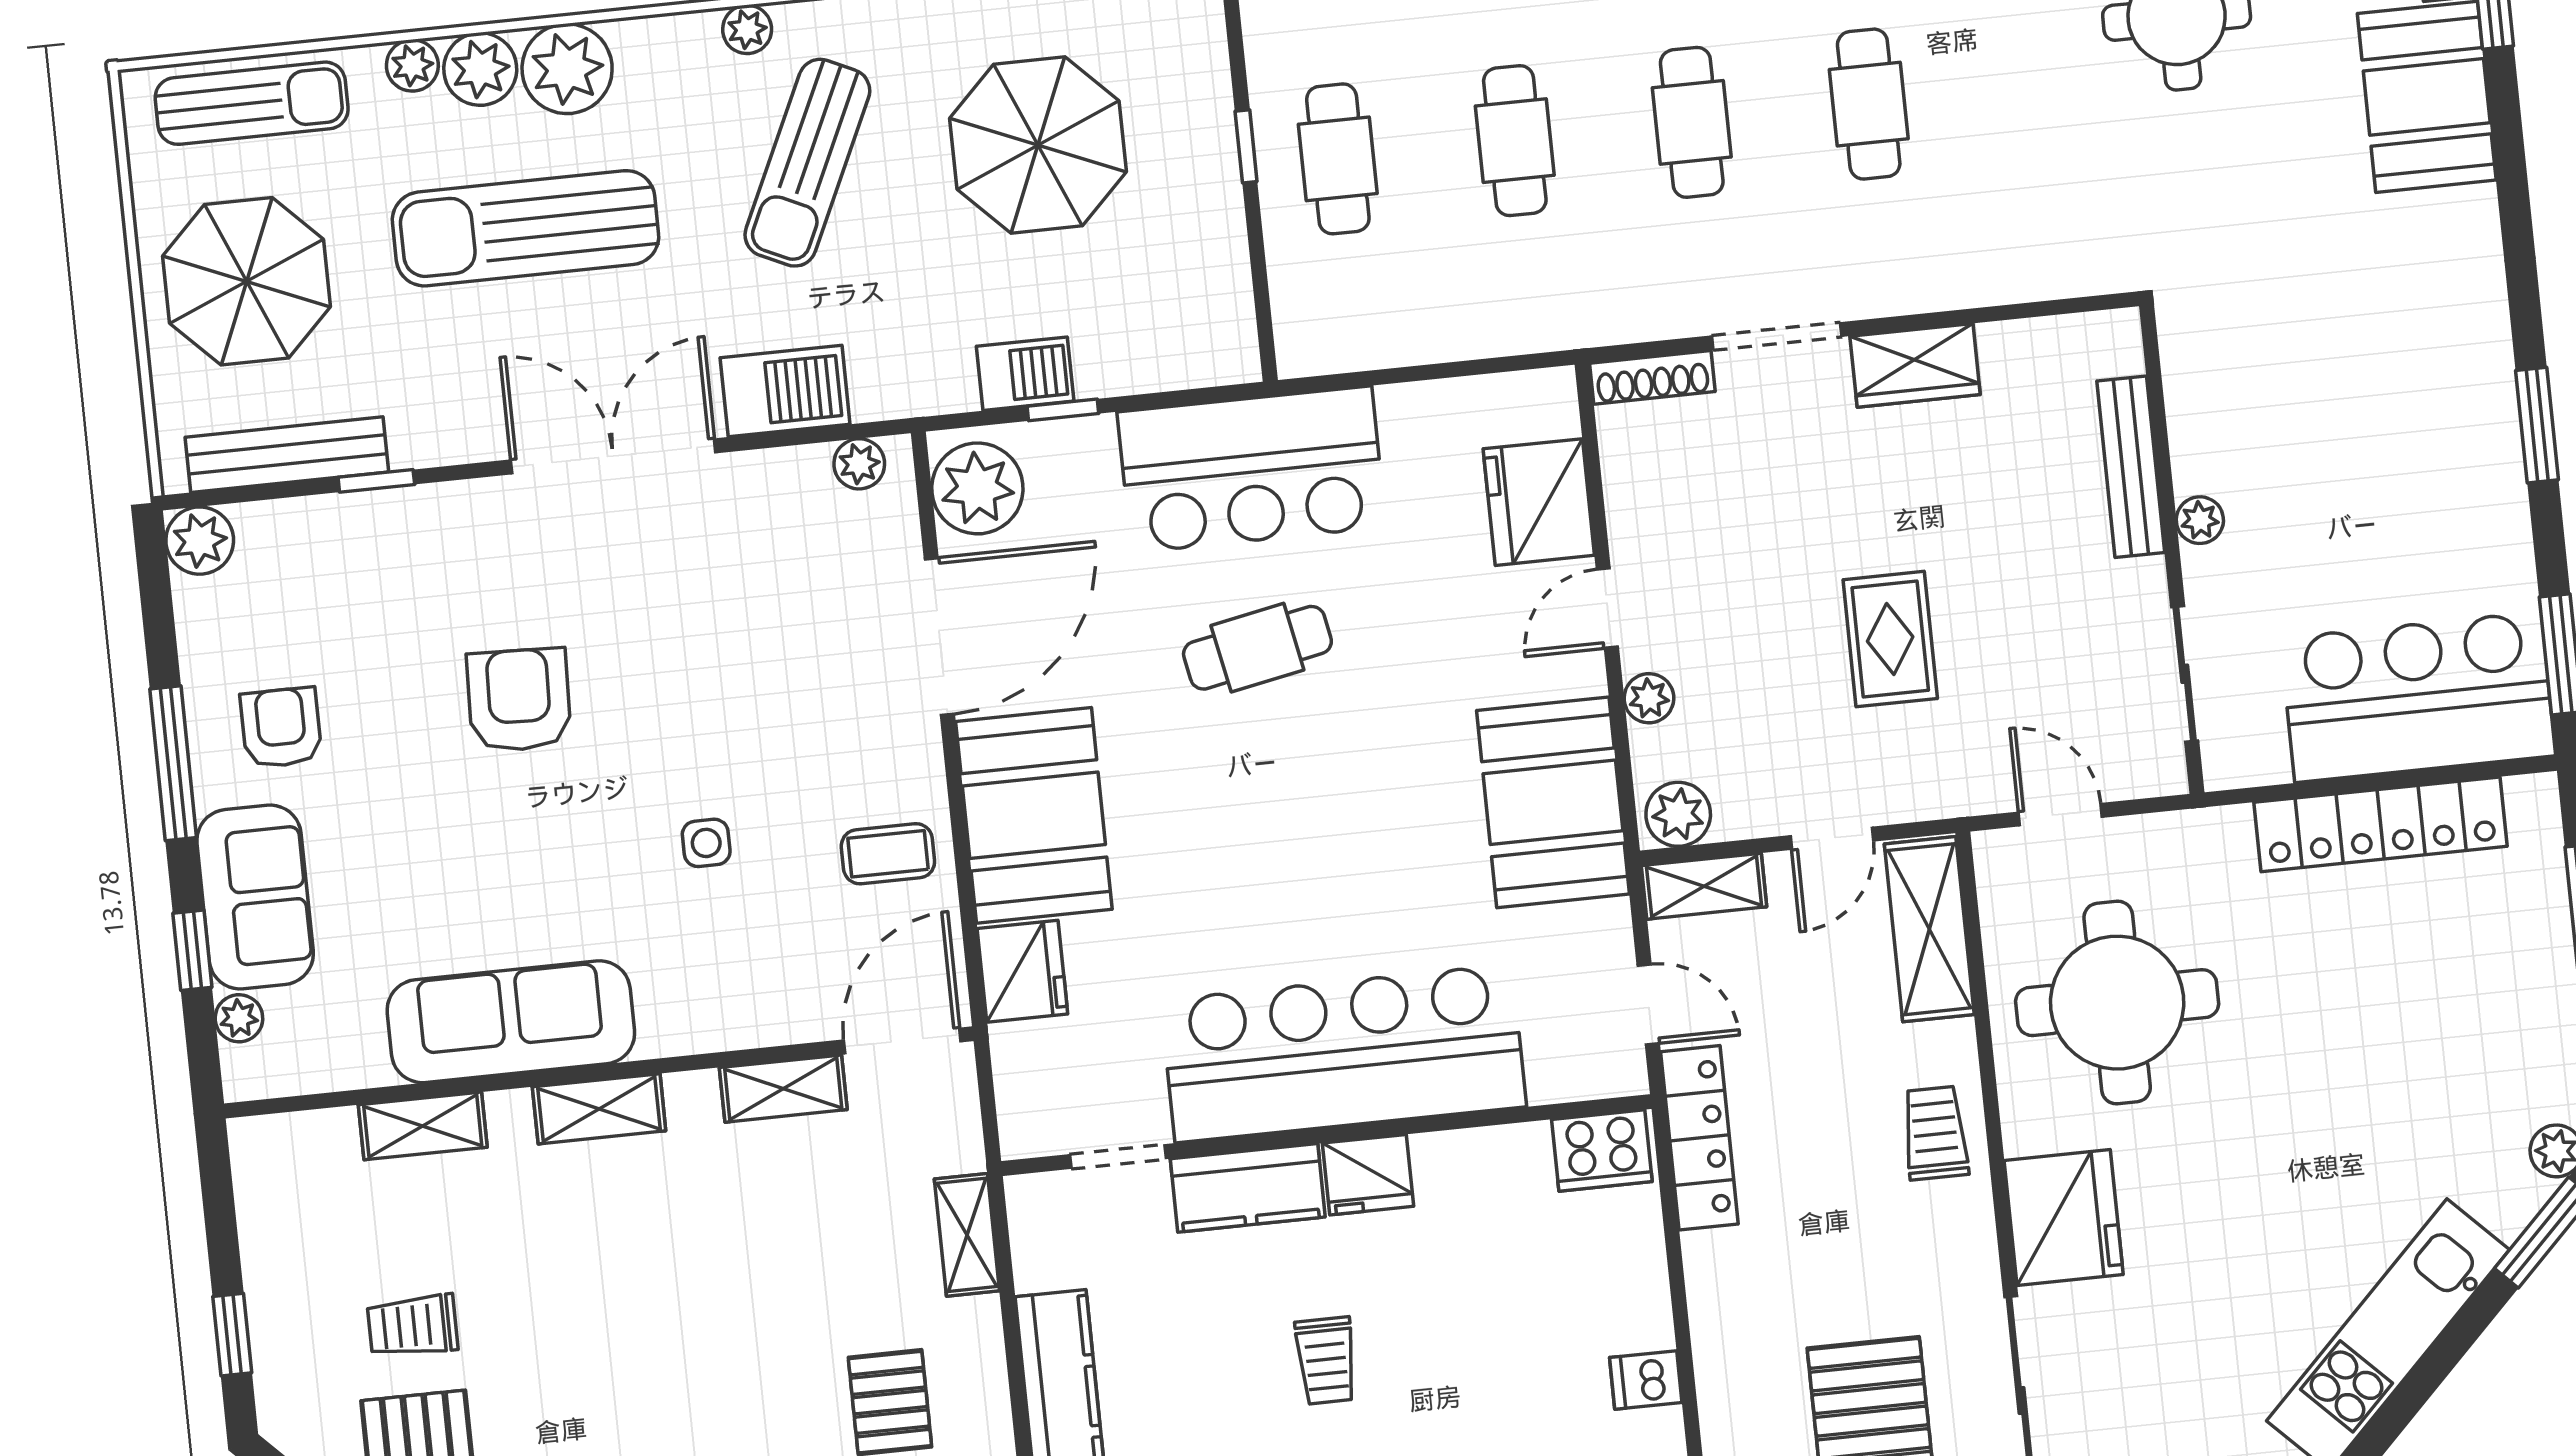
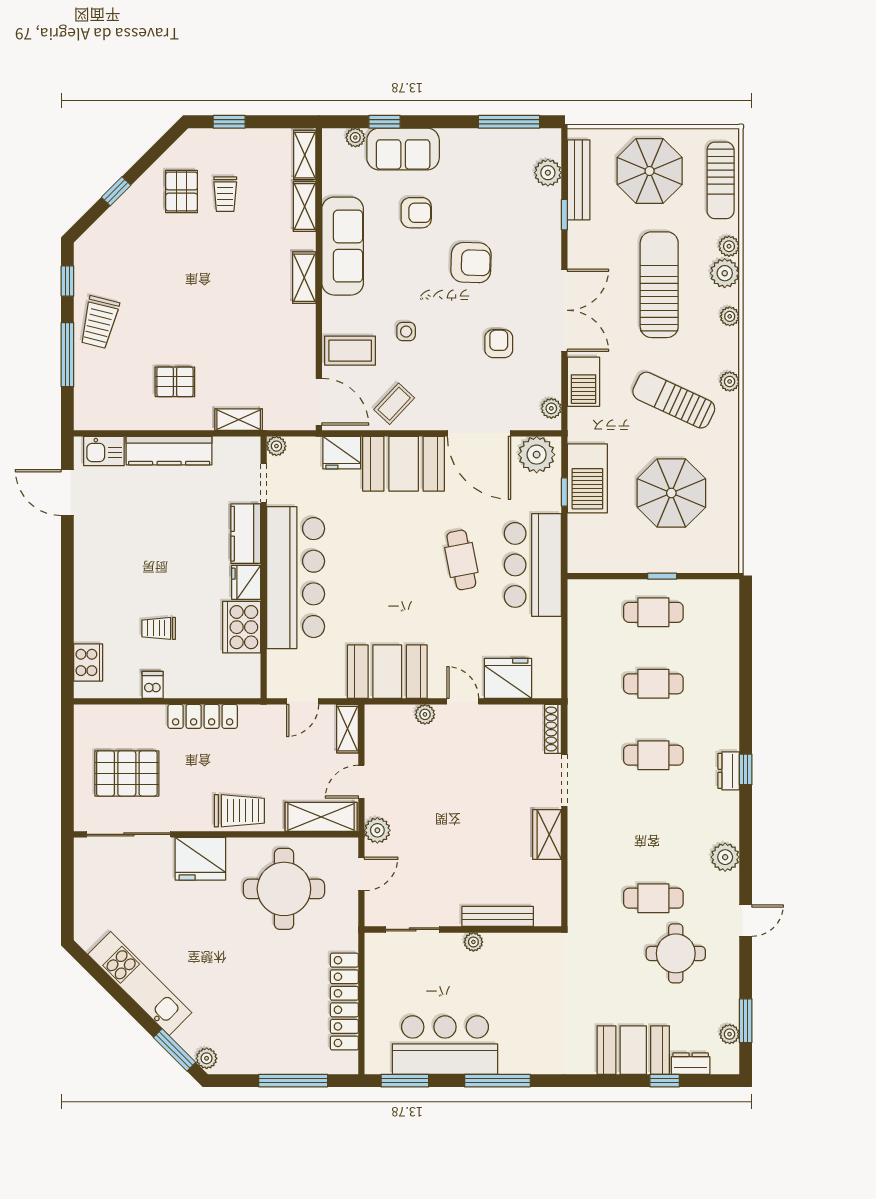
plant: (567, 69) -> (730, 316), width x0.53, depth x0.53
cafe table: (1869, 104) -> (653, 898), moved
barbecue: (1025, 374) -> (587, 478), width x1.88, depth x1.53
window: (2537, 425) -> (497, 1081), width x1.44
plant: (200, 541) -> (548, 173), moved
armchair: (712, 610) -> (499, 344), added
rug: (1890, 639) -> (439, 813), removed
bar counter: (2418, 697) -> (445, 1045), moved, turned -90
armchair: (281, 728) -> (416, 213), moved
window: (173, 763) -> (509, 122), moved
plant: (1678, 814) -> (377, 830), moved
door: (1832, 838) -> (361, 782), hinge flipped
coffee table: (888, 854) -> (394, 404), turned 43
coffee table: (768, 977) -> (350, 351), added
shelving: (783, 1089) -> (305, 155), moved
trolley: (1935, 1133) -> (239, 811), width x1.36, depth x1.39
plant: (1023, 1135) -> (276, 446), added
locker: (1699, 1138) -> (203, 716), moved
cooker: (1602, 1151) -> (242, 627), moved, width x1.37, depth x1.31
trolley: (413, 1326) -> (225, 194), turned 180
trolley: (1326, 1361) -> (159, 628), moved

